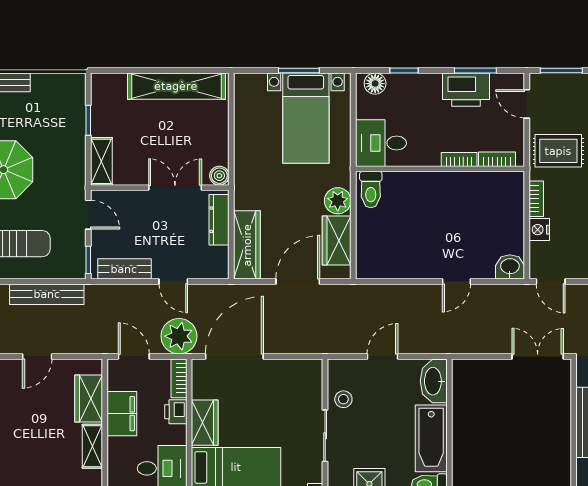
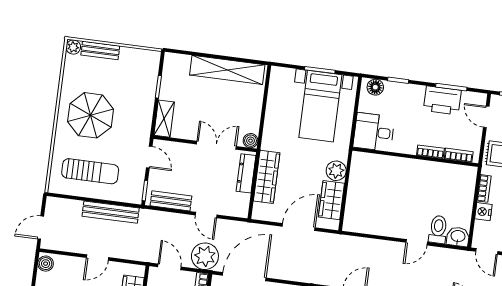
toilet: (371, 190) -> (438, 229), moved, turned 180
wardrobe: (247, 245) -> (267, 177), moved

